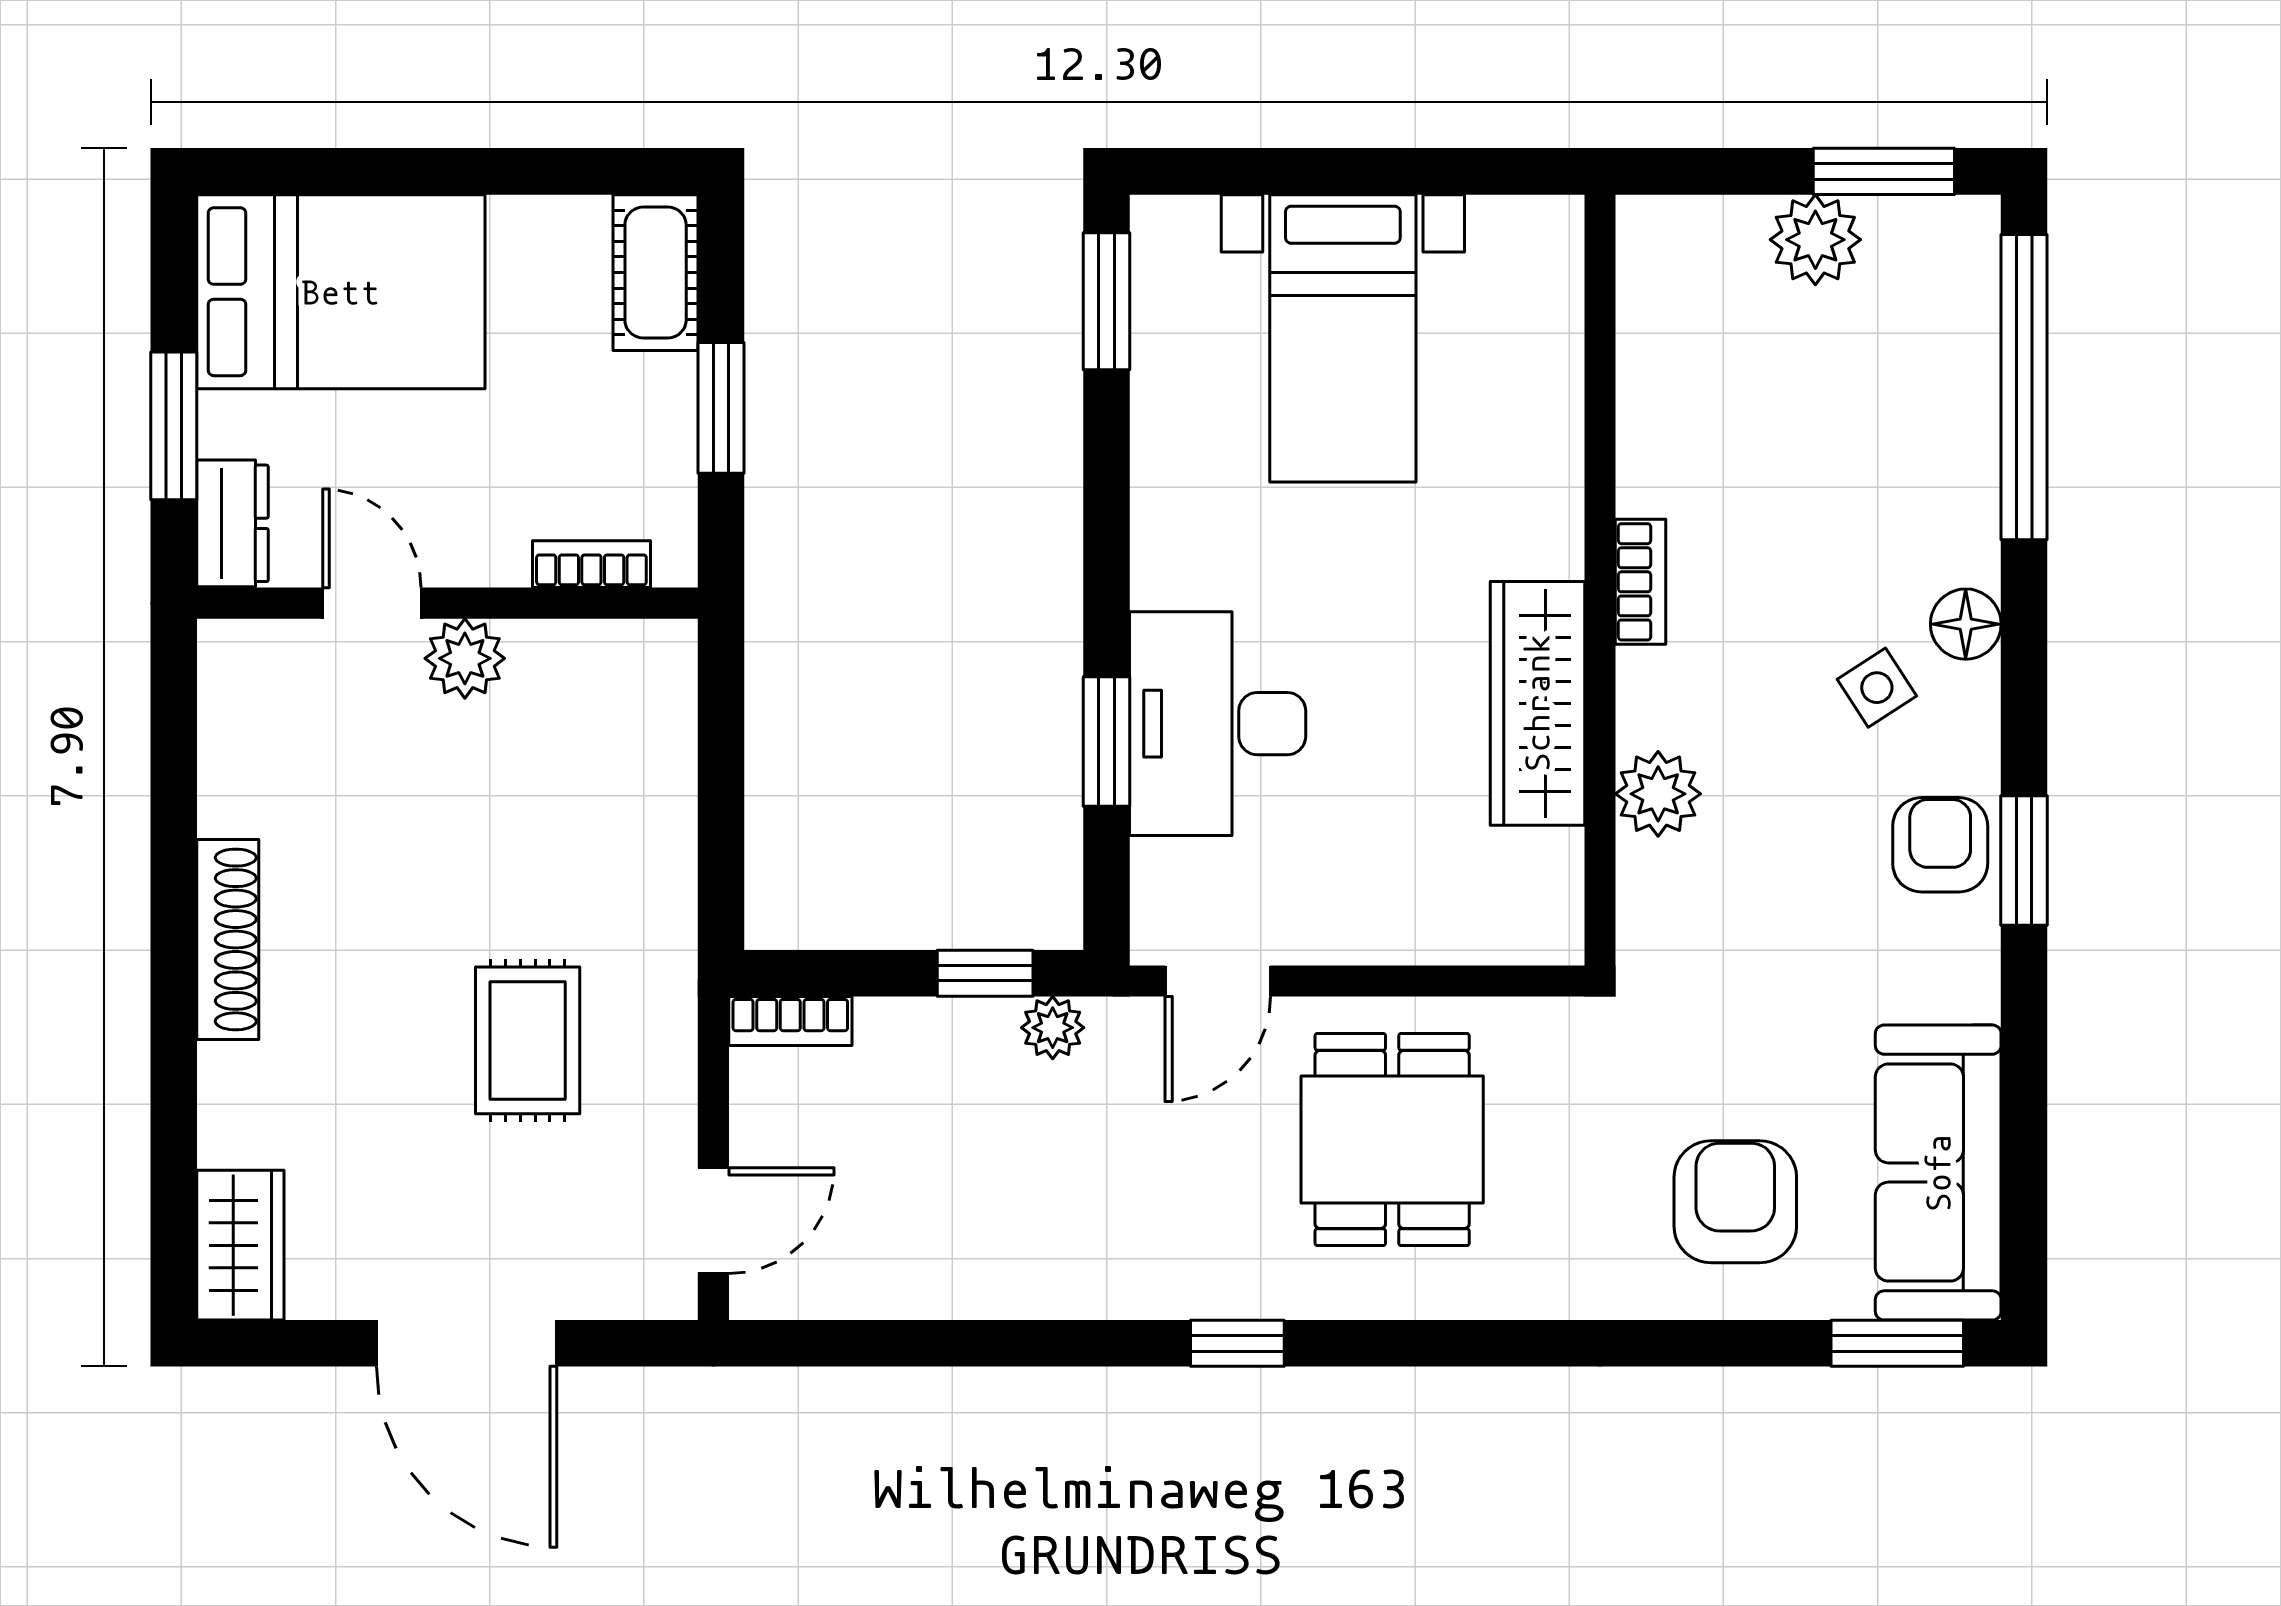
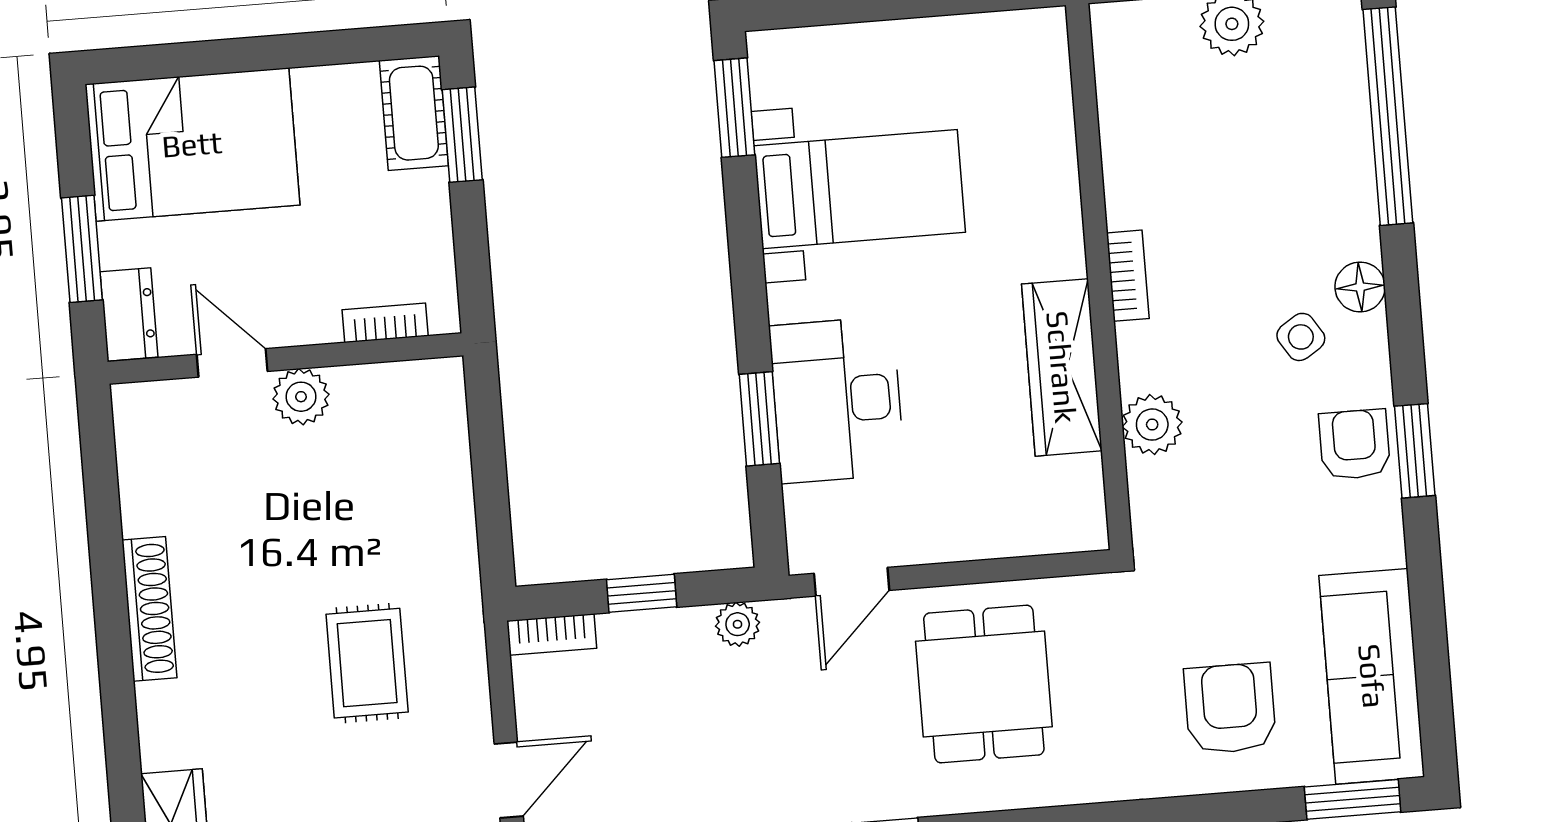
bed with nightstands: (1343, 338) -> (860, 189), moved, turned -90
window: (721, 408) -> (462, 135), moved
window: (985, 973) -> (642, 593), moved

